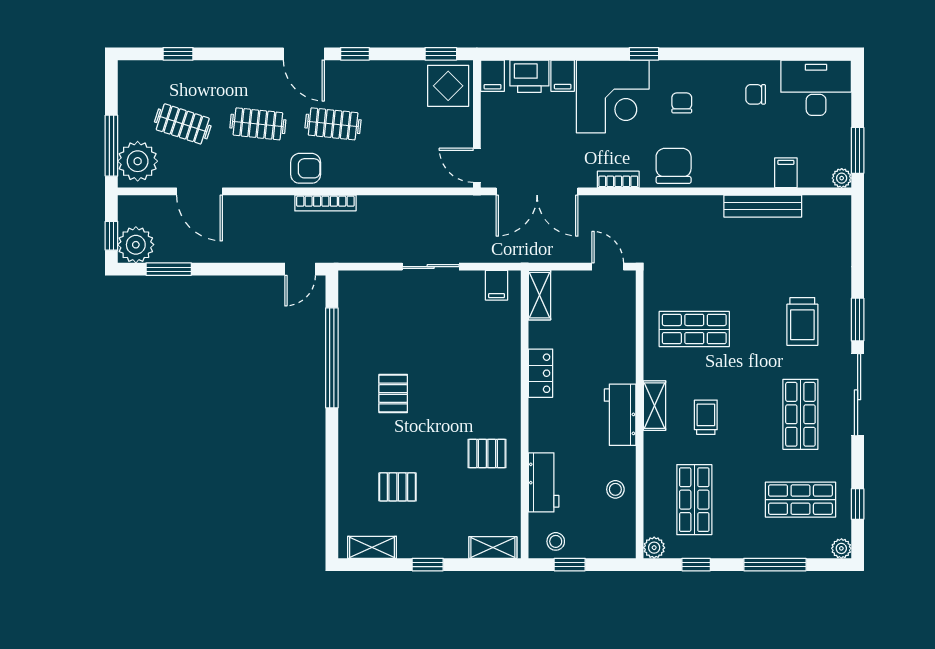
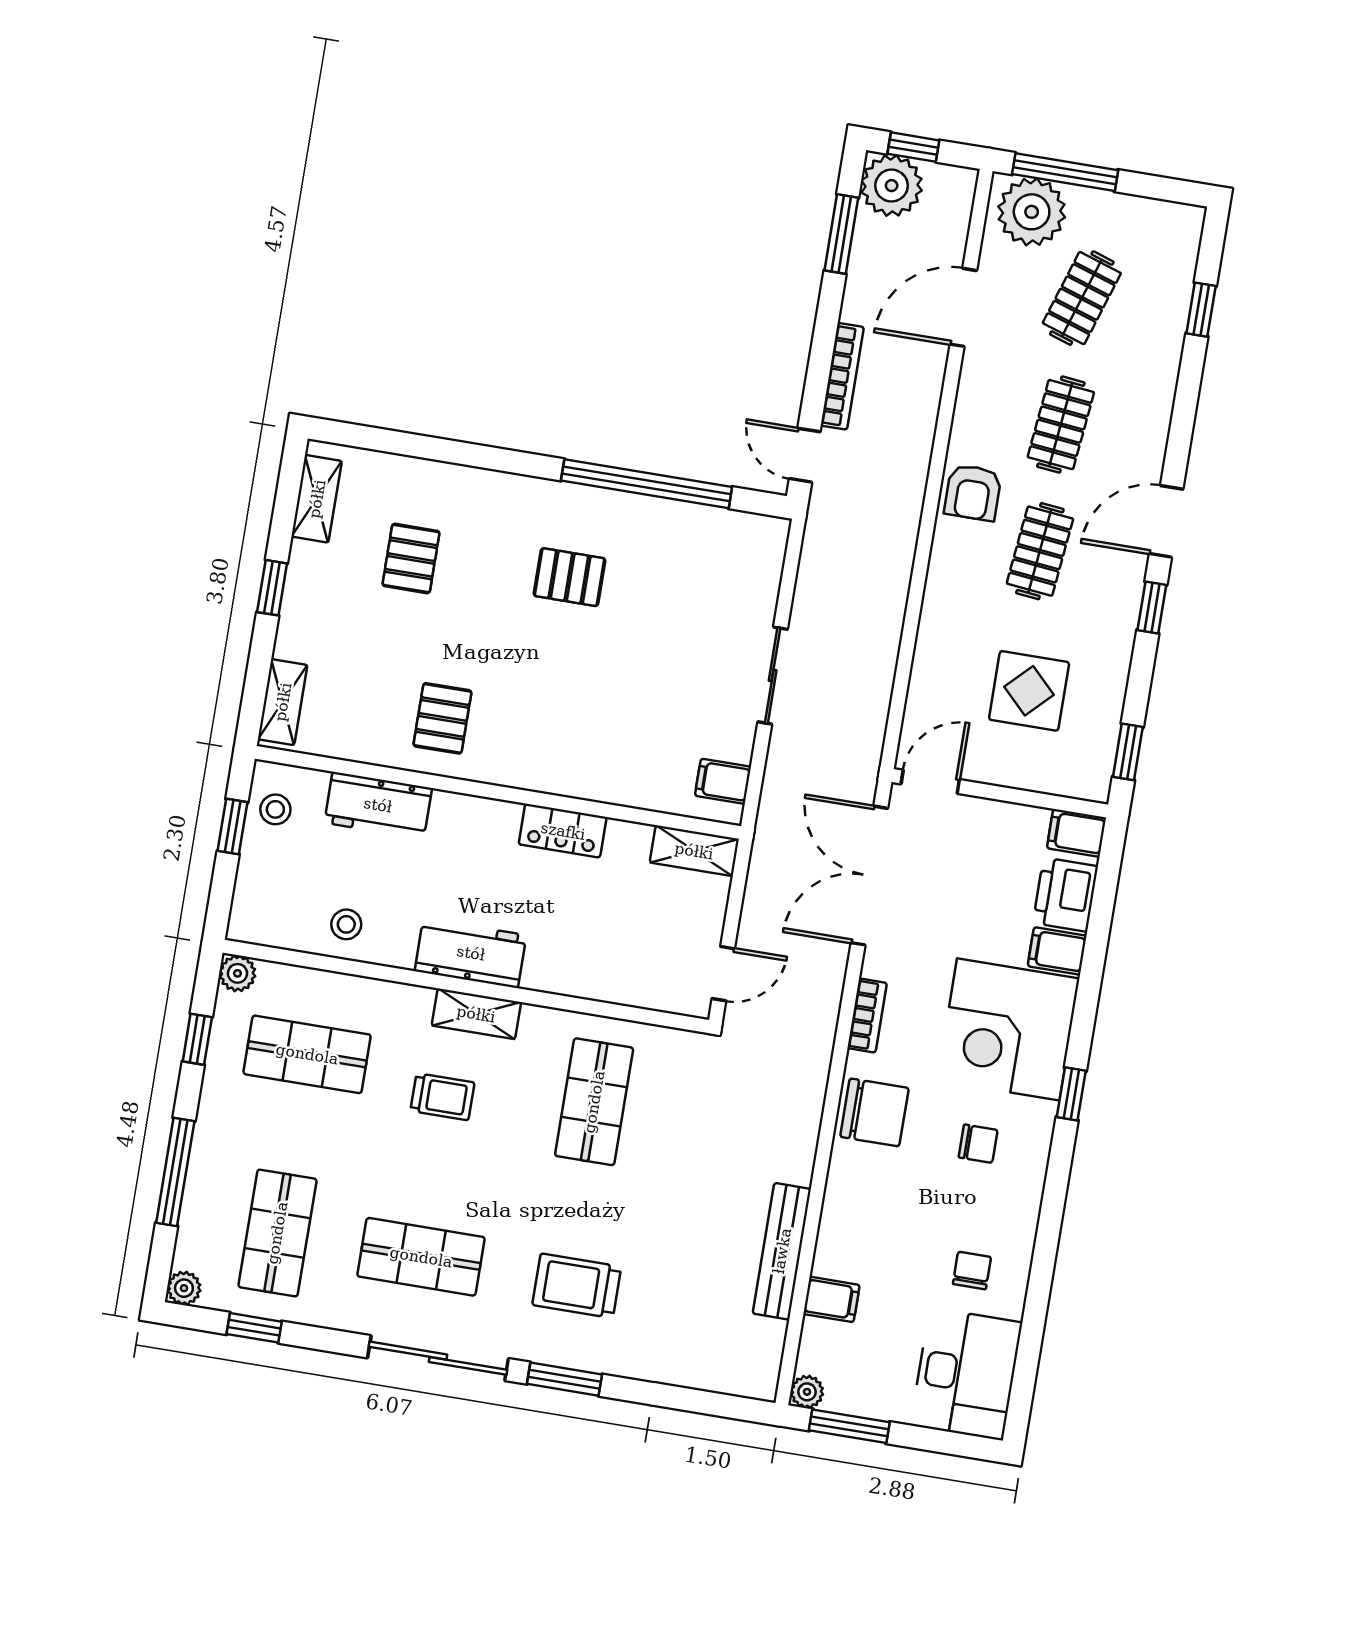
display table: (448, 86) -> (1029, 691), moved
bookcase: (325, 203) -> (842, 376), moved, turned 180

